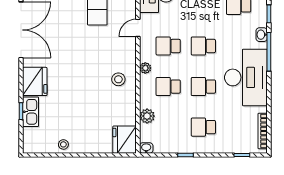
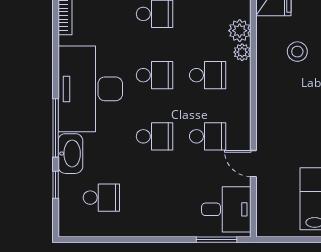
door: (138, 28) -> (253, 164), swing flipped
washbasin: (262, 35) -> (70, 154), width x1.91, depth x1.45
plant: (145, 68) -> (242, 52), moved
stool: (118, 79) -> (297, 52), moved

